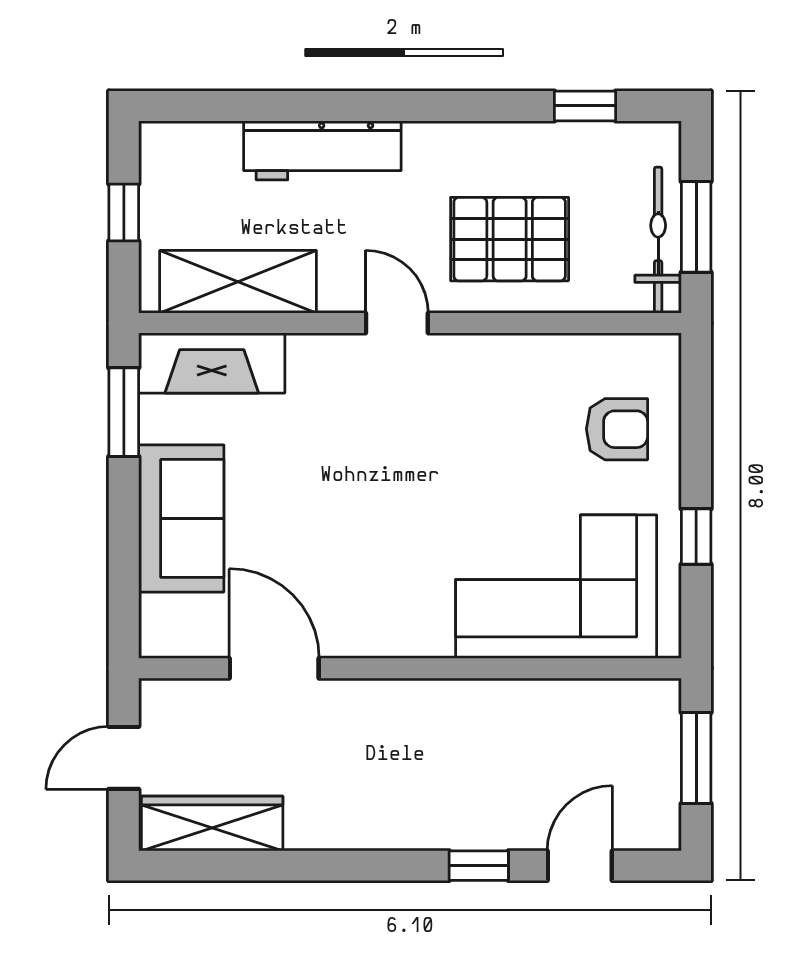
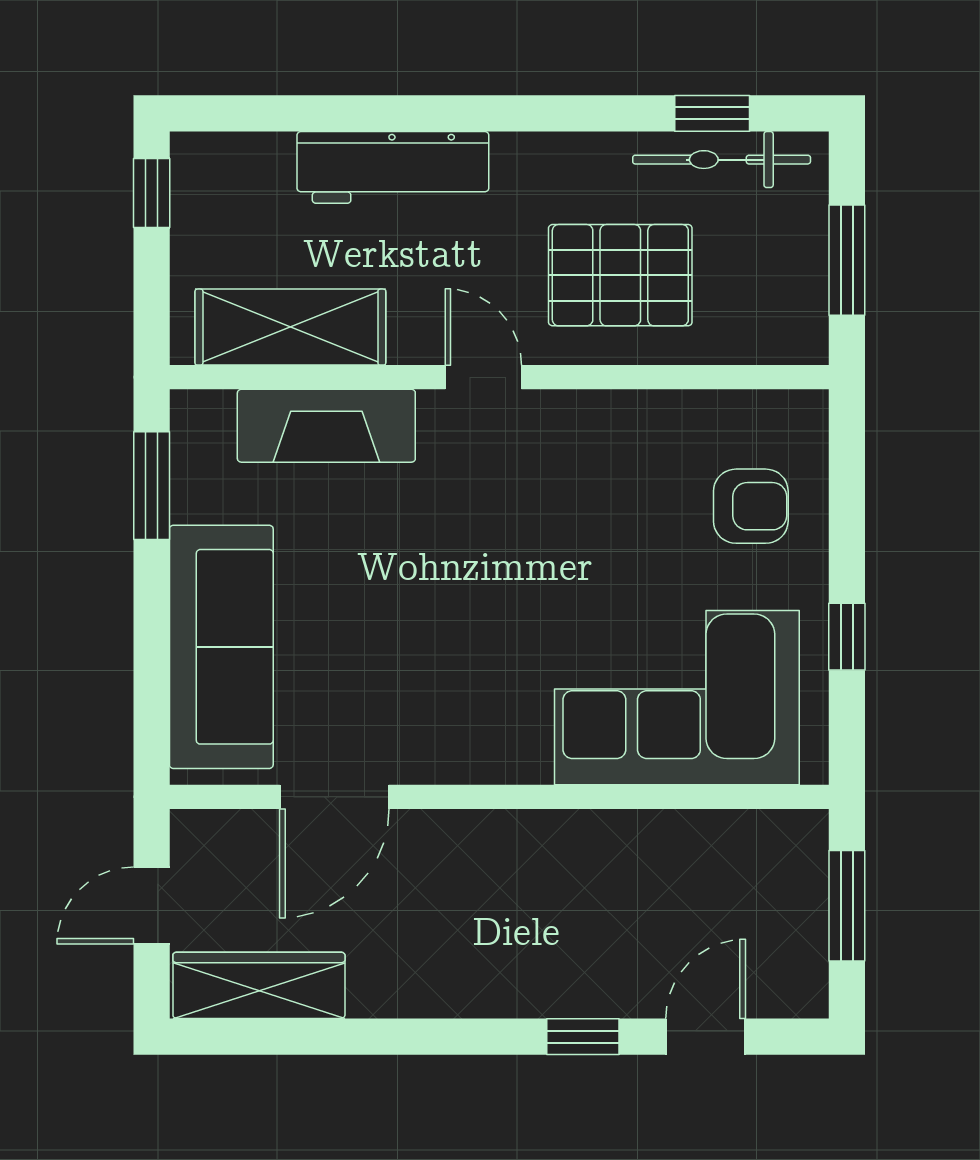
window: (124, 212) -> (152, 193), moved
bicycle: (658, 240) -> (722, 160), moved, turned -90
fireplace: (212, 363) -> (326, 426), moved
sofa: (181, 518) -> (221, 647), width x1.36
door: (274, 668) -> (334, 797), swing flipped

